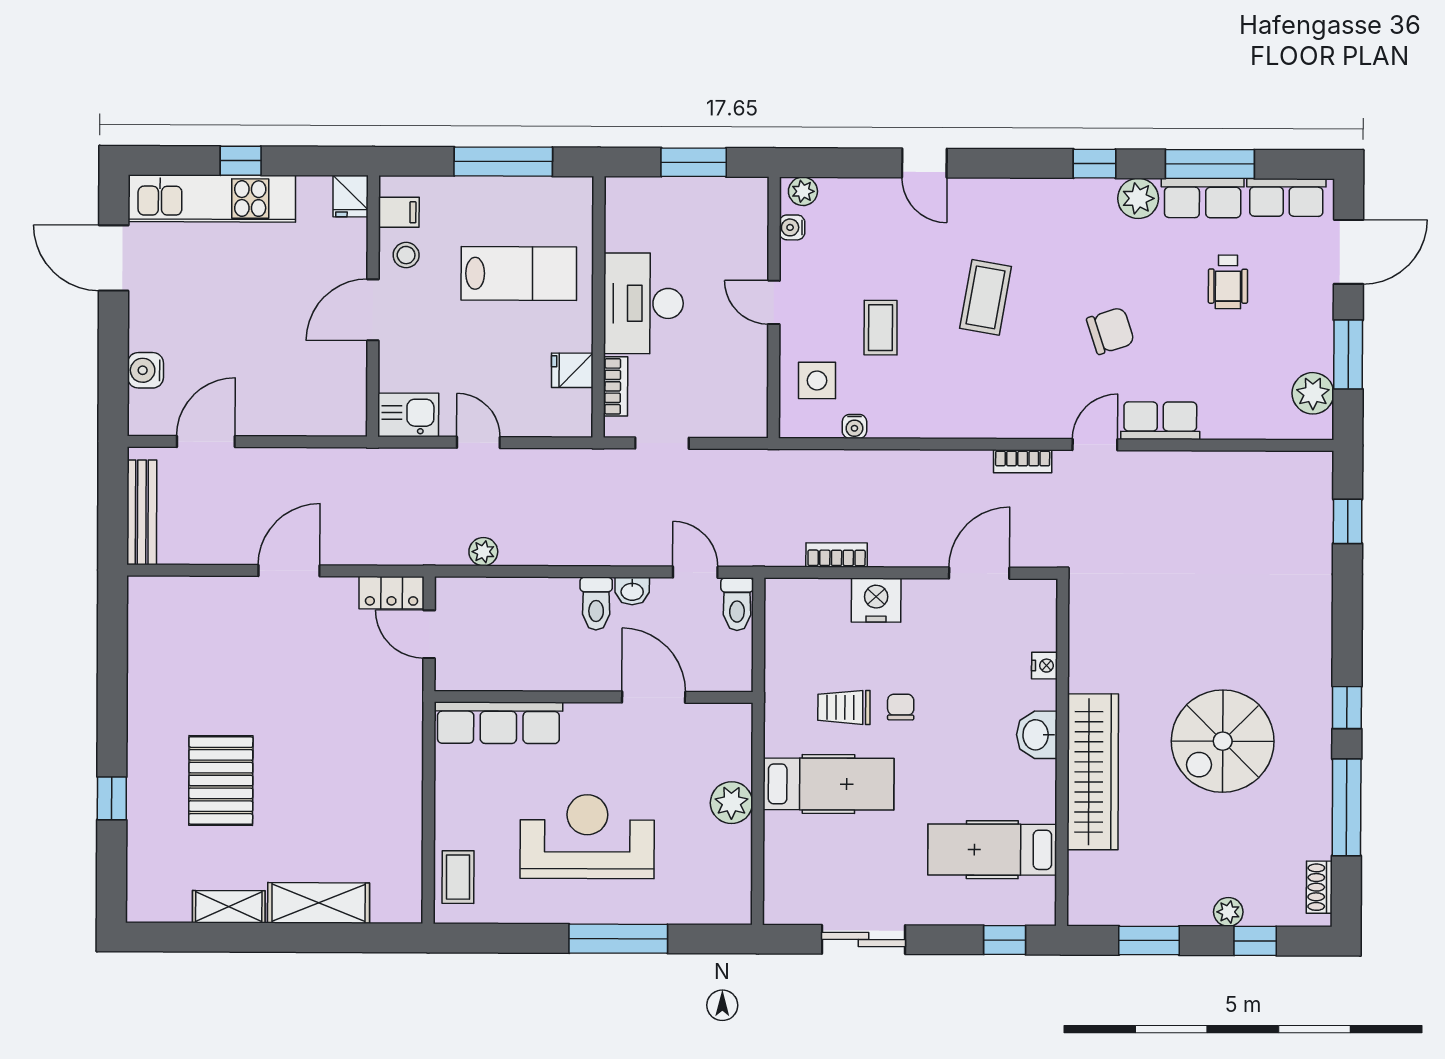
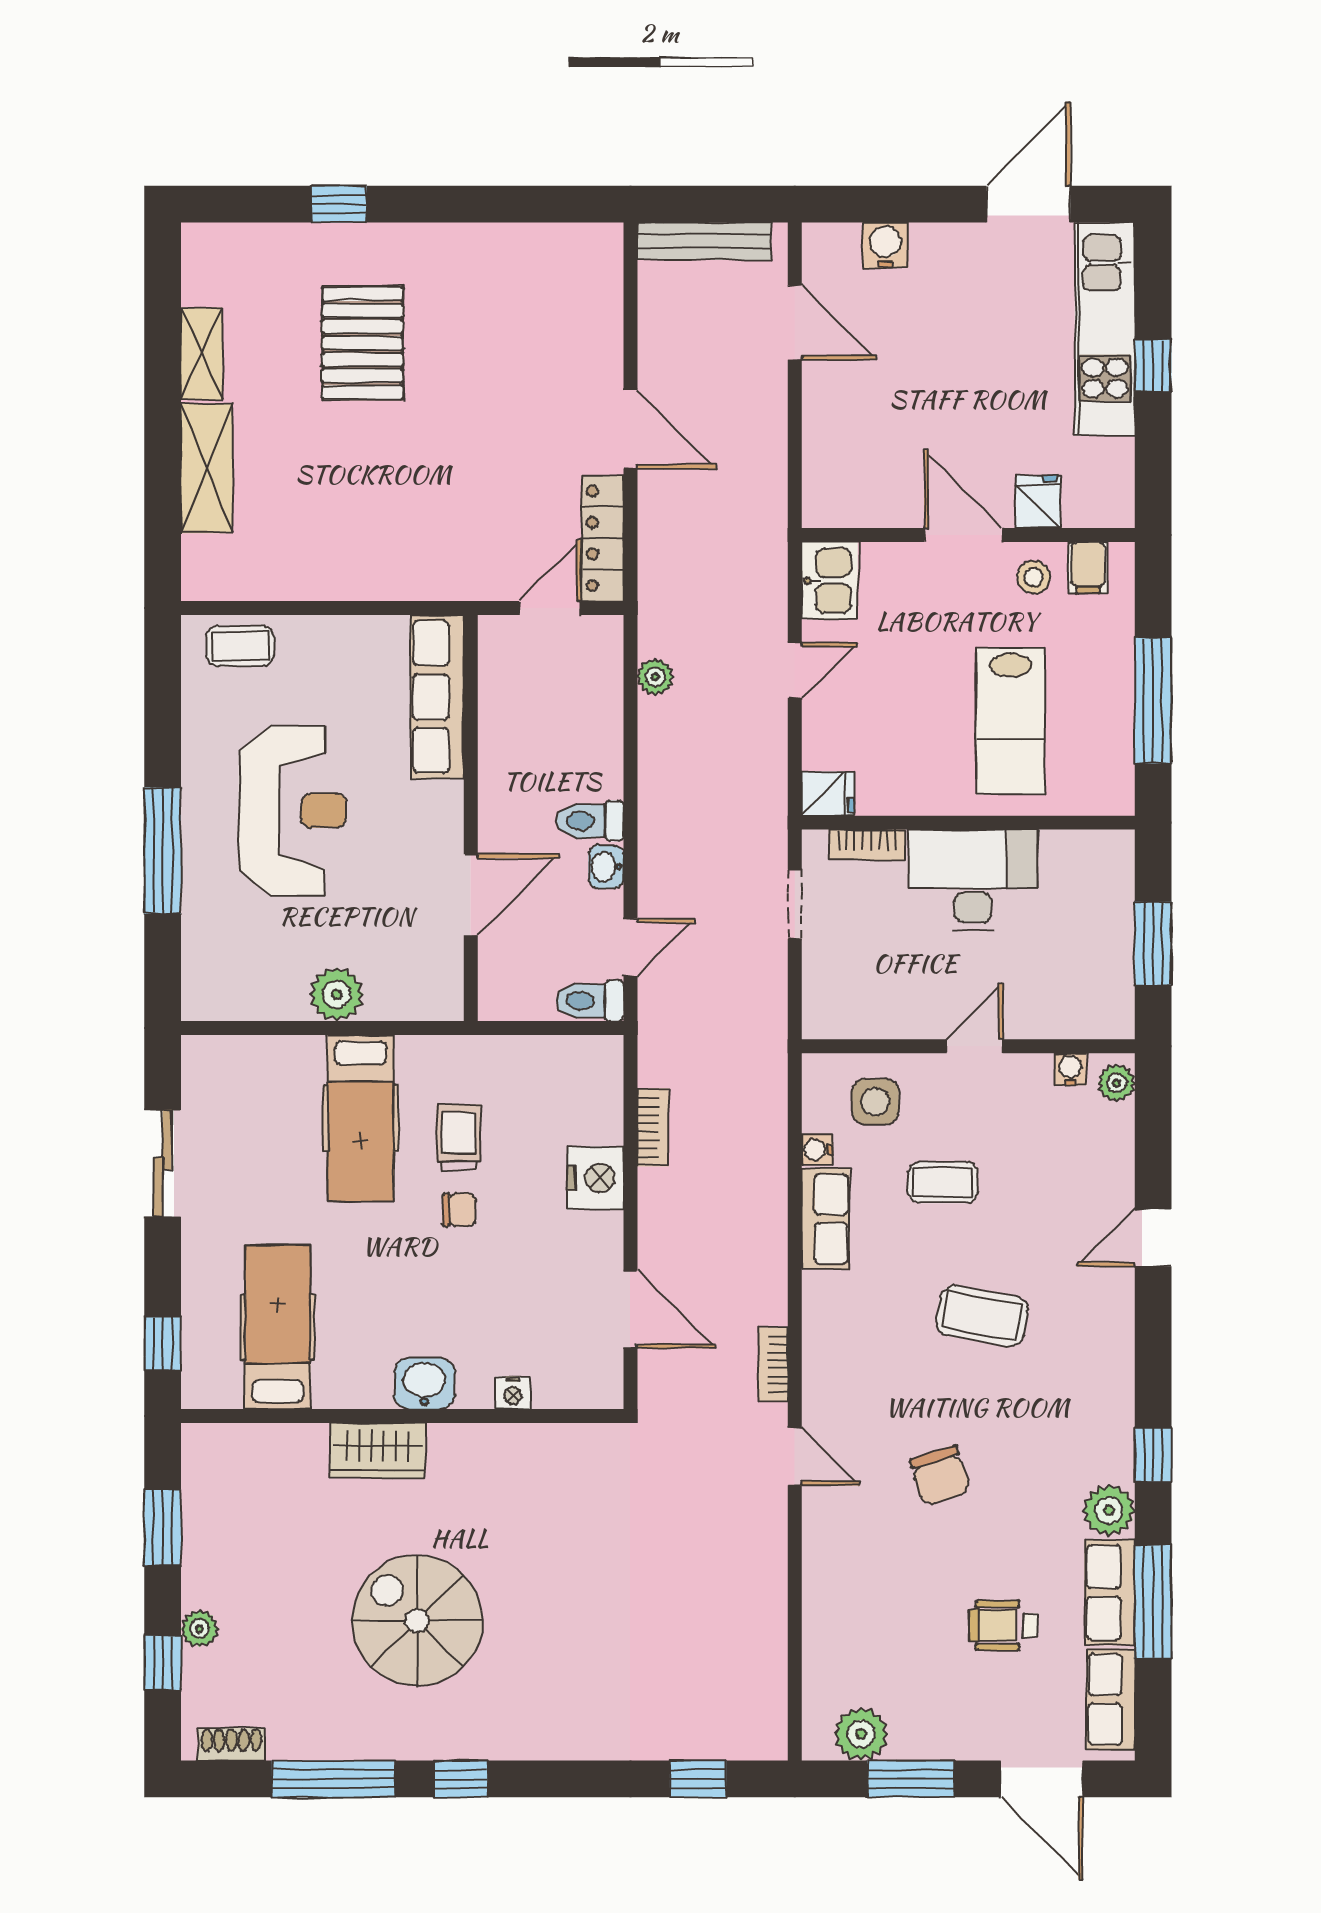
fridge: (351, 196) -> (1038, 502), moved, turned 90
fridge: (572, 370) -> (828, 794), moved, turned 90
row of seats: (1160, 421) -> (826, 1219), moved
locker: (392, 593) -> (603, 538), width x1.53
wardrobe: (1093, 772) -> (378, 1450), width x0.48, depth x0.85
pallet: (221, 780) -> (363, 343), turned 90

